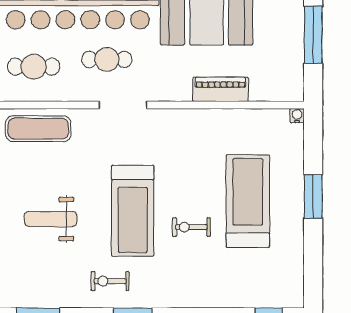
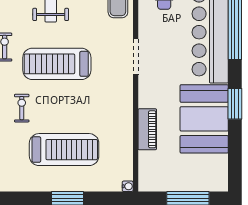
cafe table: (107, 59) -> (169, 45), removed
exercise bike: (191, 227) -> (22, 108), moved

